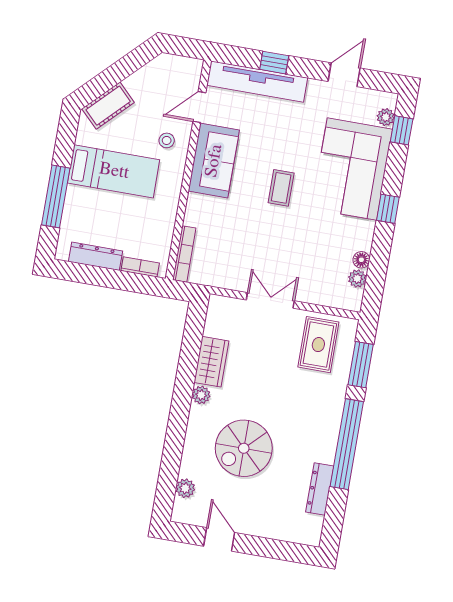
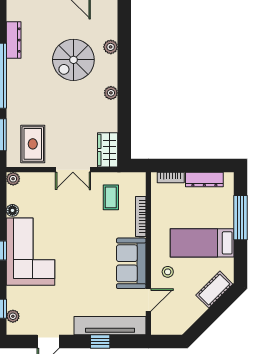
corner sofa: (352, 169) -> (31, 252), moved
coffee table: (281, 188) -> (111, 197), moved
bookcase: (184, 254) -> (141, 216), moved
plant: (357, 278) -> (13, 179), moved
wardrobe: (211, 362) -> (108, 150), moved
spiral stairs: (244, 448) -> (73, 60), turned 180
plant: (185, 488) -> (111, 47), moved

